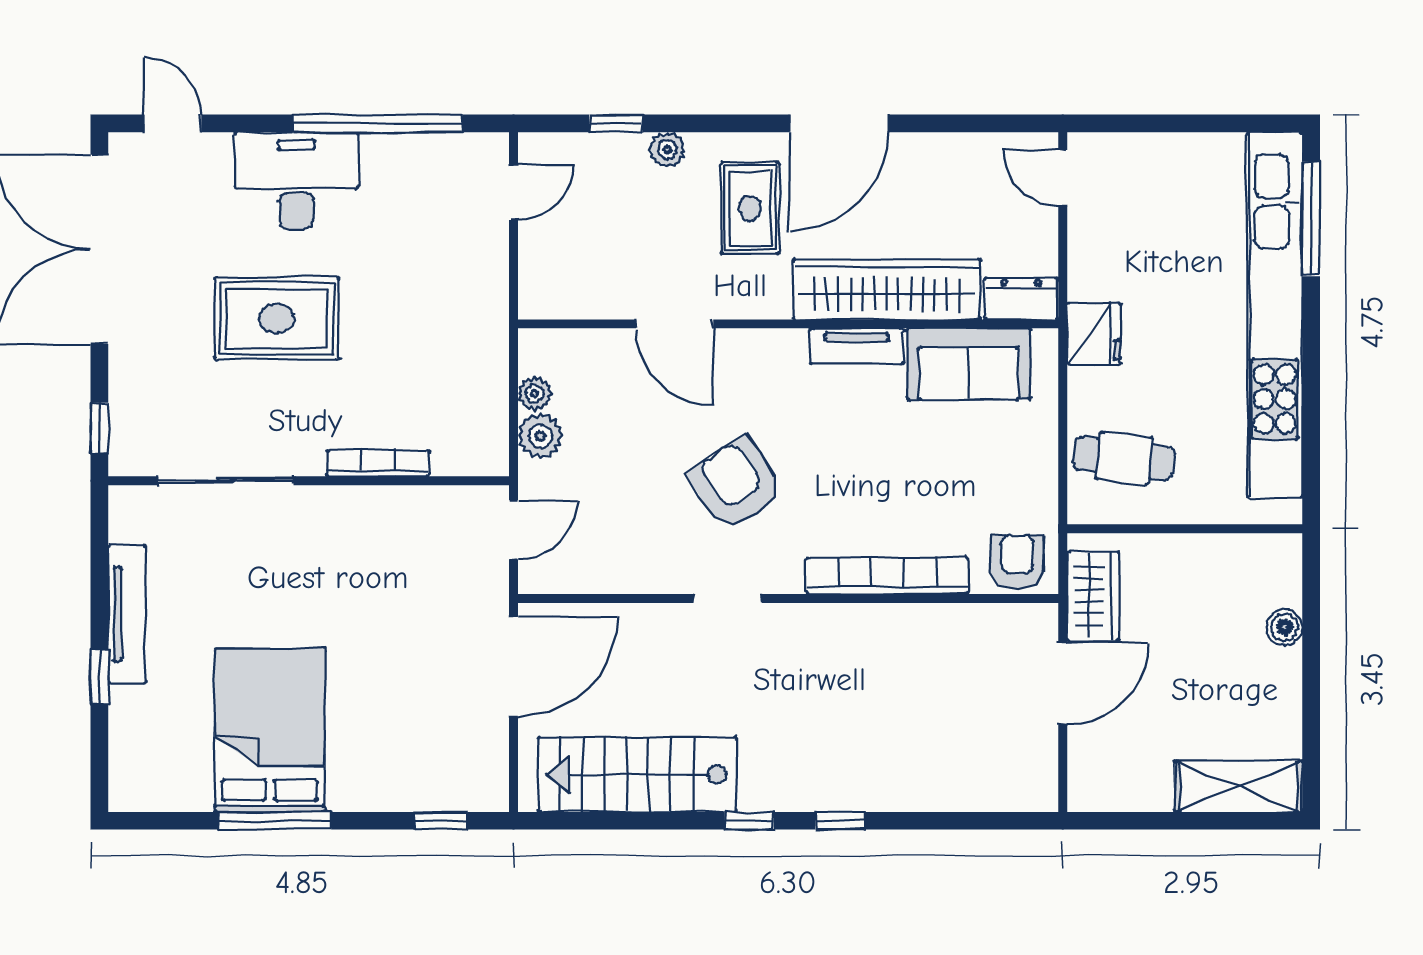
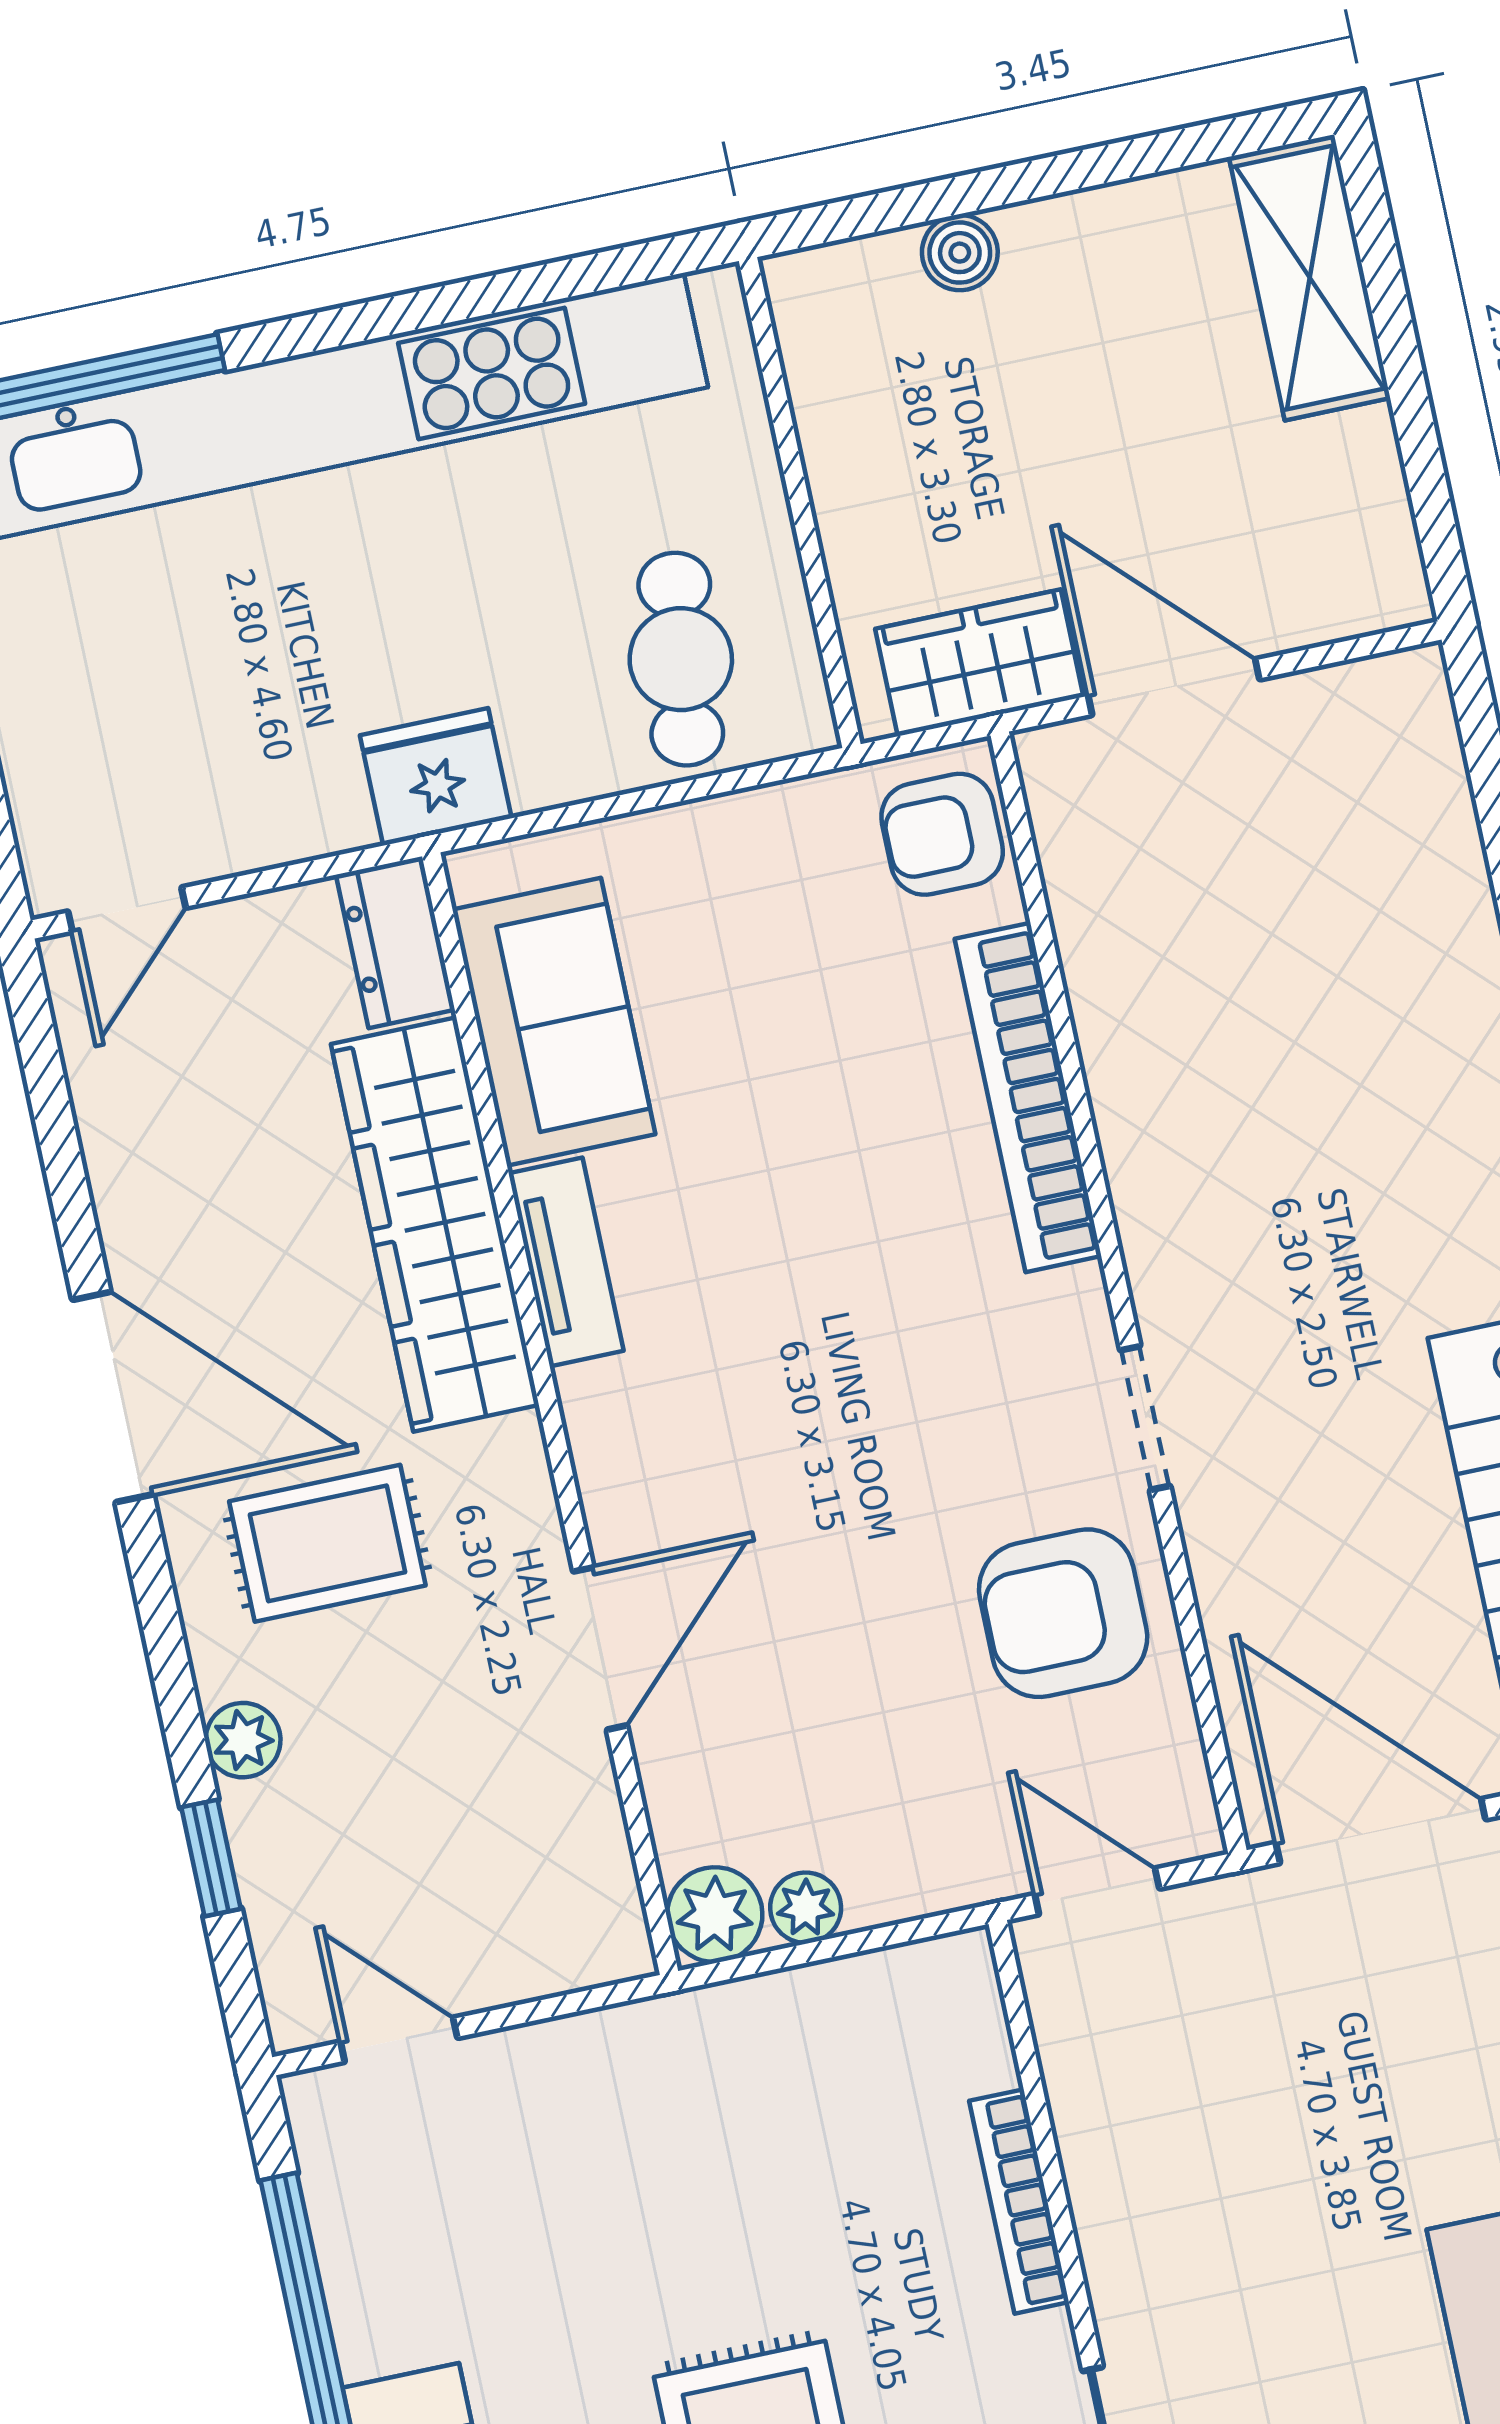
plant: (540, 436) -> (715, 1915), moved
armchair: (736, 484) -> (1063, 1613), moved, turned 34

